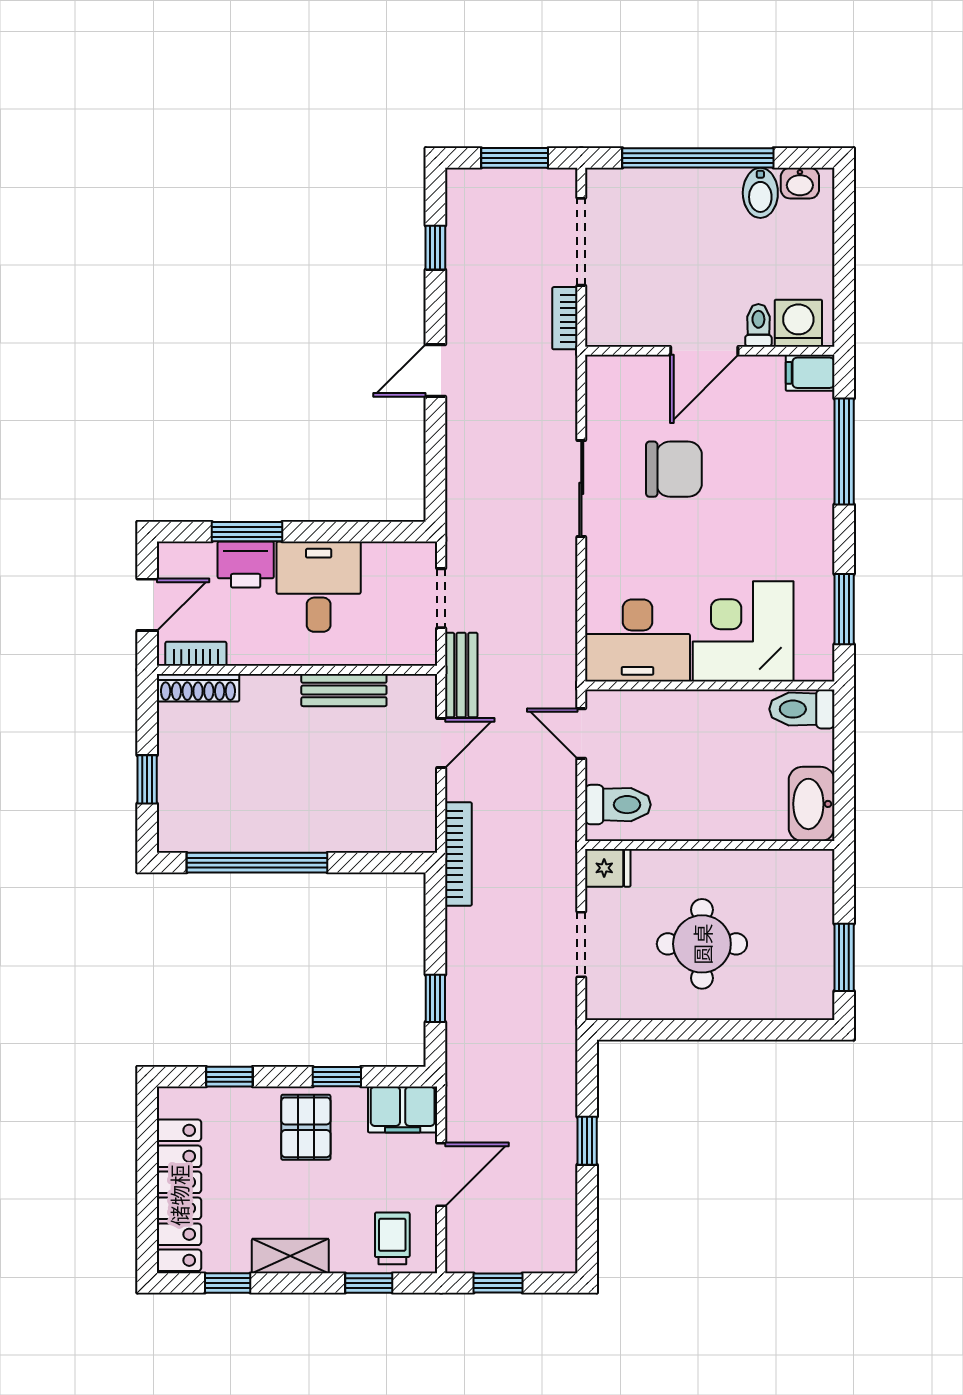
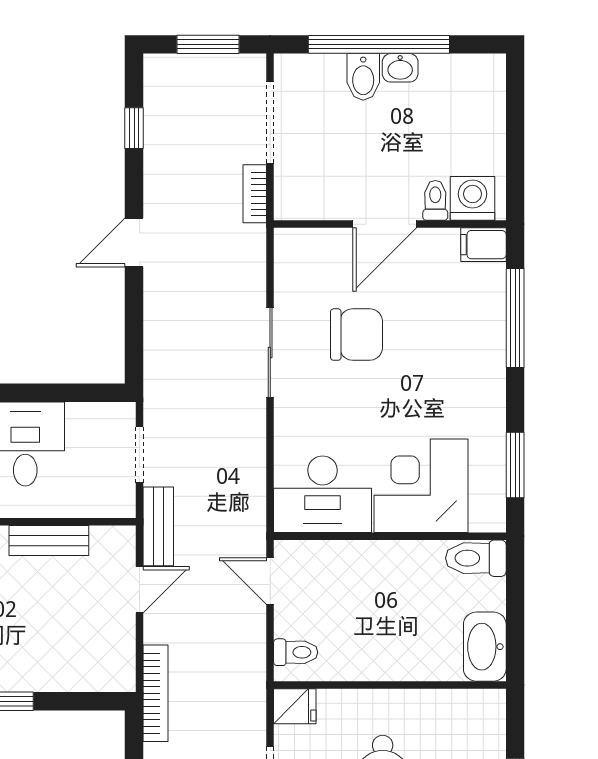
washbasin: (800, 183) -> (400, 68), moved
bidet: (760, 193) -> (363, 77), moved
toilet: (618, 805) -> (296, 652), width x0.73, depth x0.72

